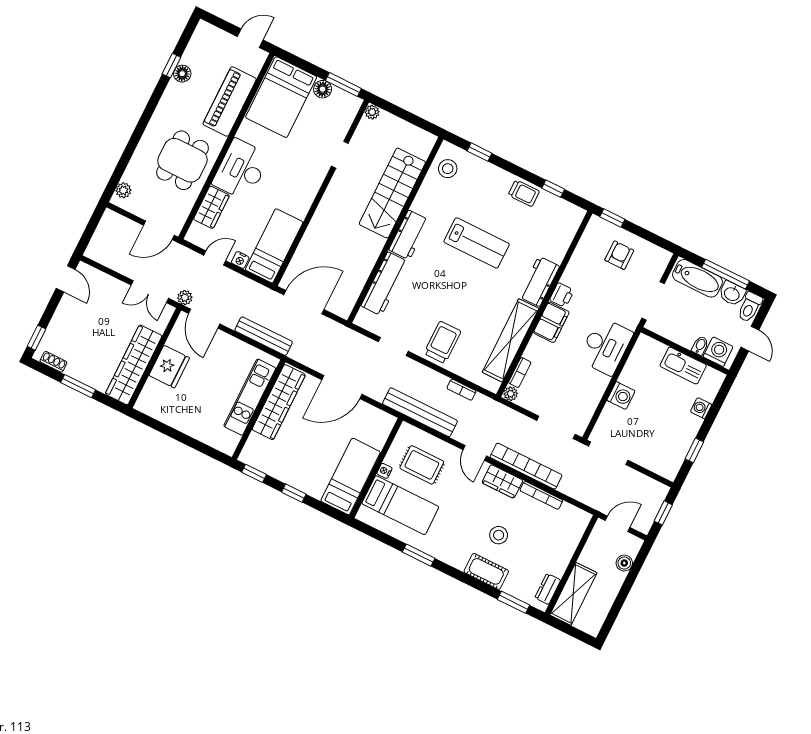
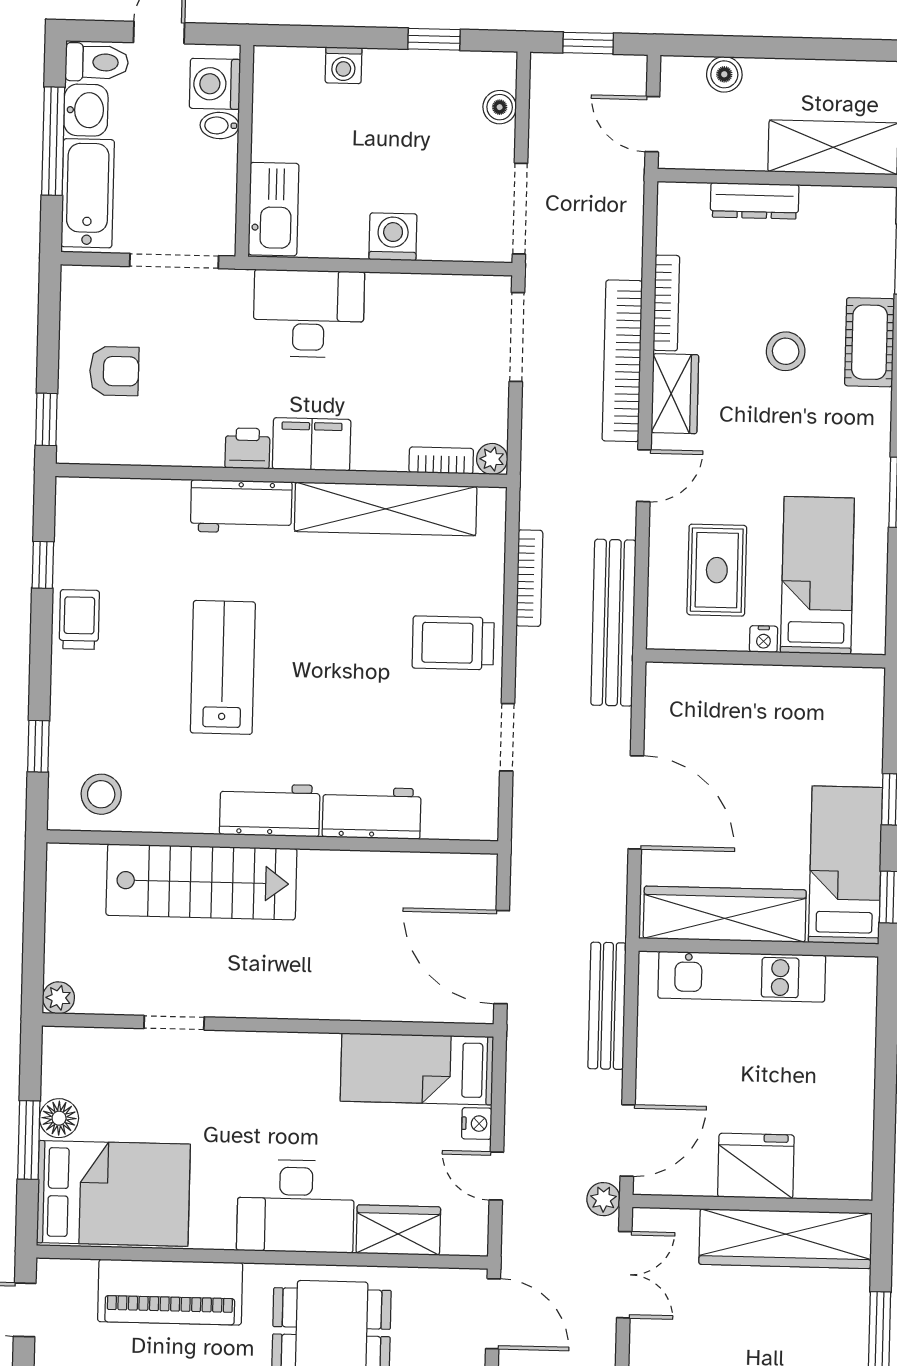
window: (343, 84) -> (29, 1140), moved
armchair: (619, 255) -> (114, 371), turned 180
workbench: (384, 284) -> (372, 813), width x0.73
kitchen sink: (683, 366) -> (273, 209), moved
bookcase: (461, 390) -> (529, 578), width x1.56
boiler: (654, 464) -> (500, 107), added
bed: (351, 476) -> (845, 865), moved, turned 90
dresser: (548, 589) -> (755, 201), moved, width x1.44

